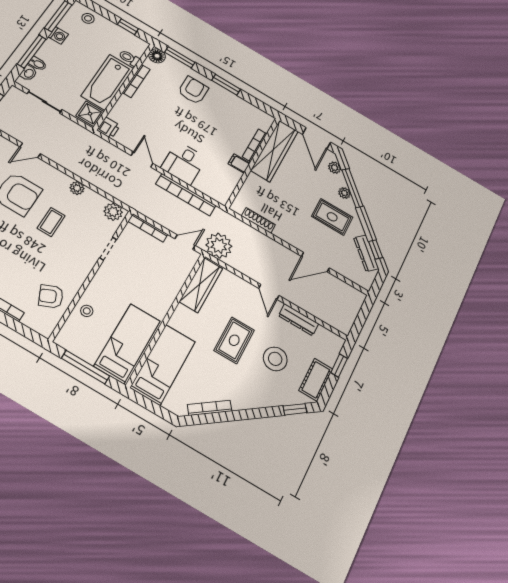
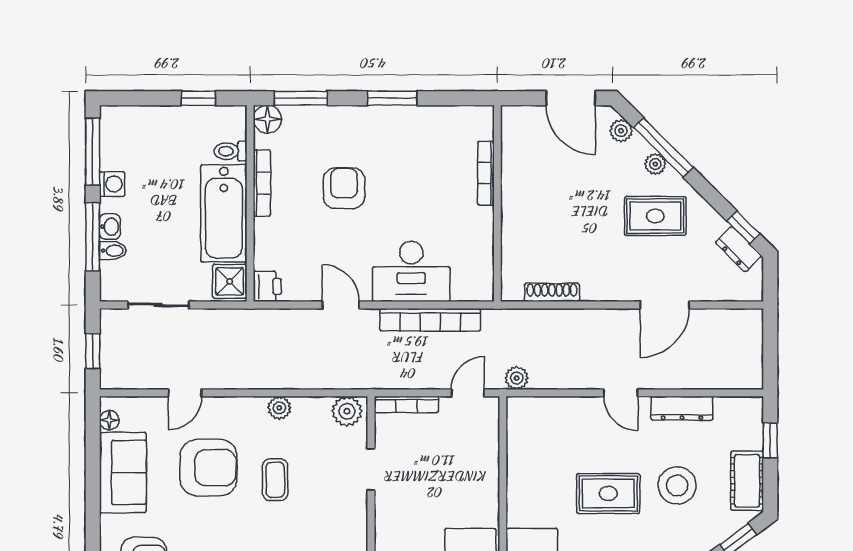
stool: (88, 18) -> (135, 125), removed
washbasin: (29, 73) -> (110, 227), moved
armchair: (193, 90) -> (344, 188), moved
wardrobe: (275, 151) -> (519, 163), removed
desk: (184, 163) -> (411, 271), width x1.37
filing cabinet: (239, 163) -> (479, 219), removed
plant: (219, 246) -> (517, 378), width x0.53, depth x0.53
dresser: (366, 253) -> (738, 249), width x0.70
wardrobe: (201, 285) -> (523, 442), removed
rug: (234, 340) -> (608, 493), turned 90

